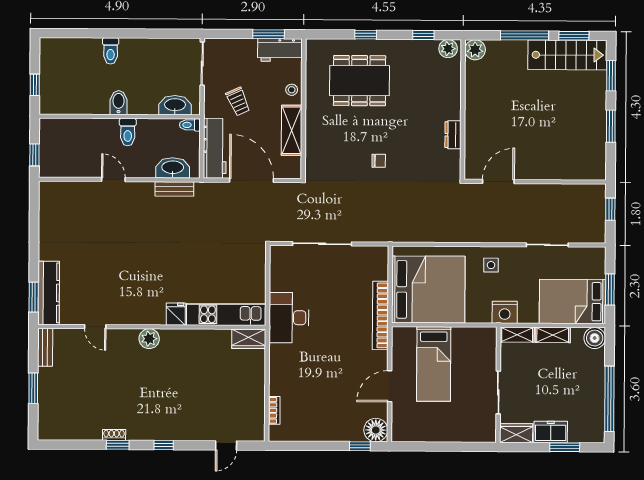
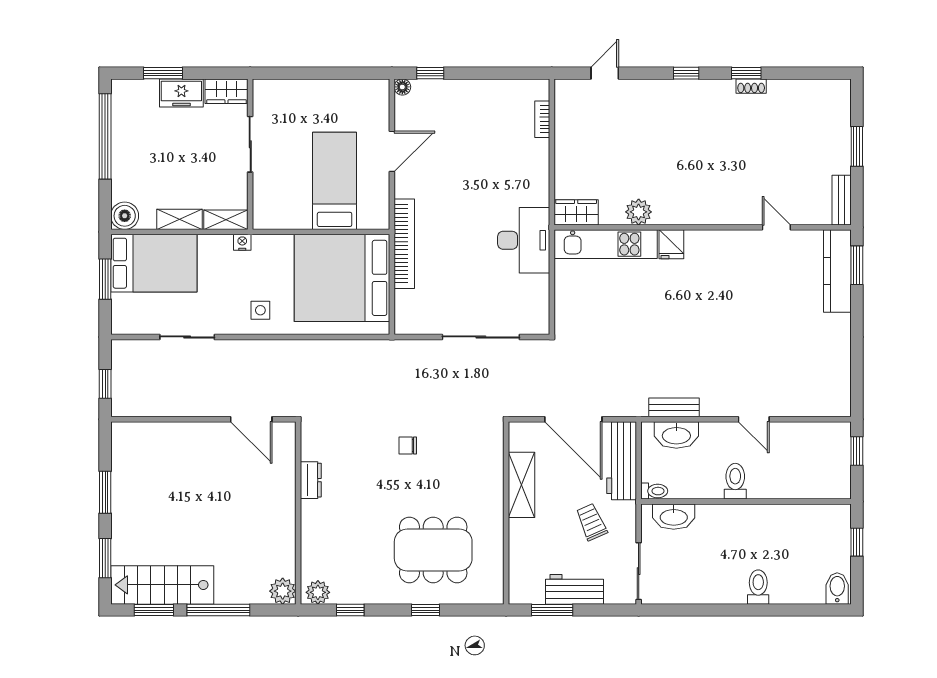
workbench: (280, 50) -> (575, 589), moved
stool: (292, 90) -> (522, 538), removed
bidet: (119, 103) -> (837, 588), moved, turned 180
door: (498, 182) -> (251, 419), hinge flipped
nightstand: (505, 312) -> (242, 242), width x0.53, depth x0.56
plant: (149, 339) -> (639, 212), moved
floor lamp: (376, 430) -> (402, 87), width x0.53, depth x0.53

